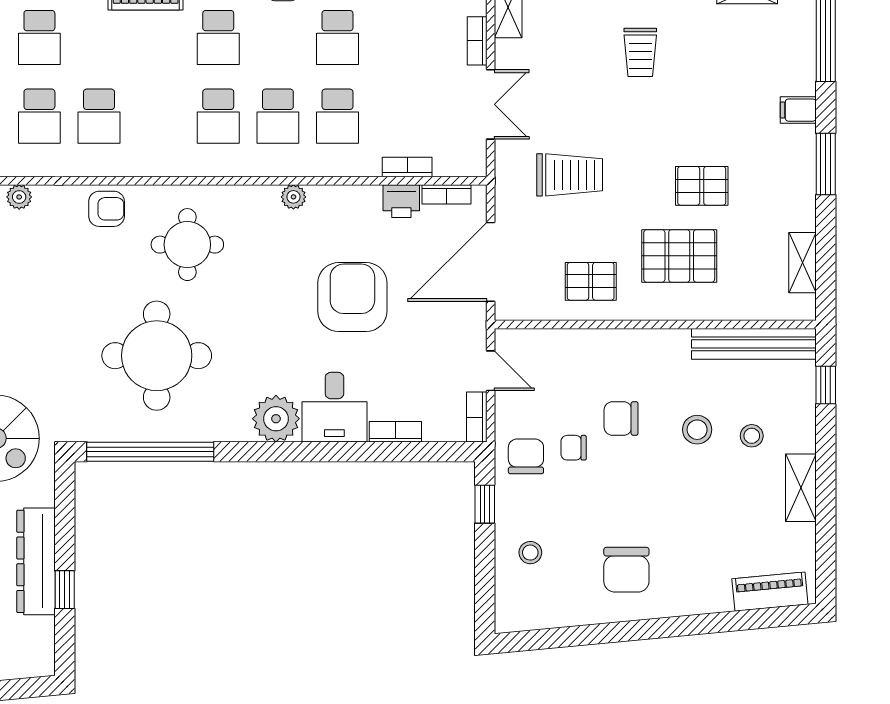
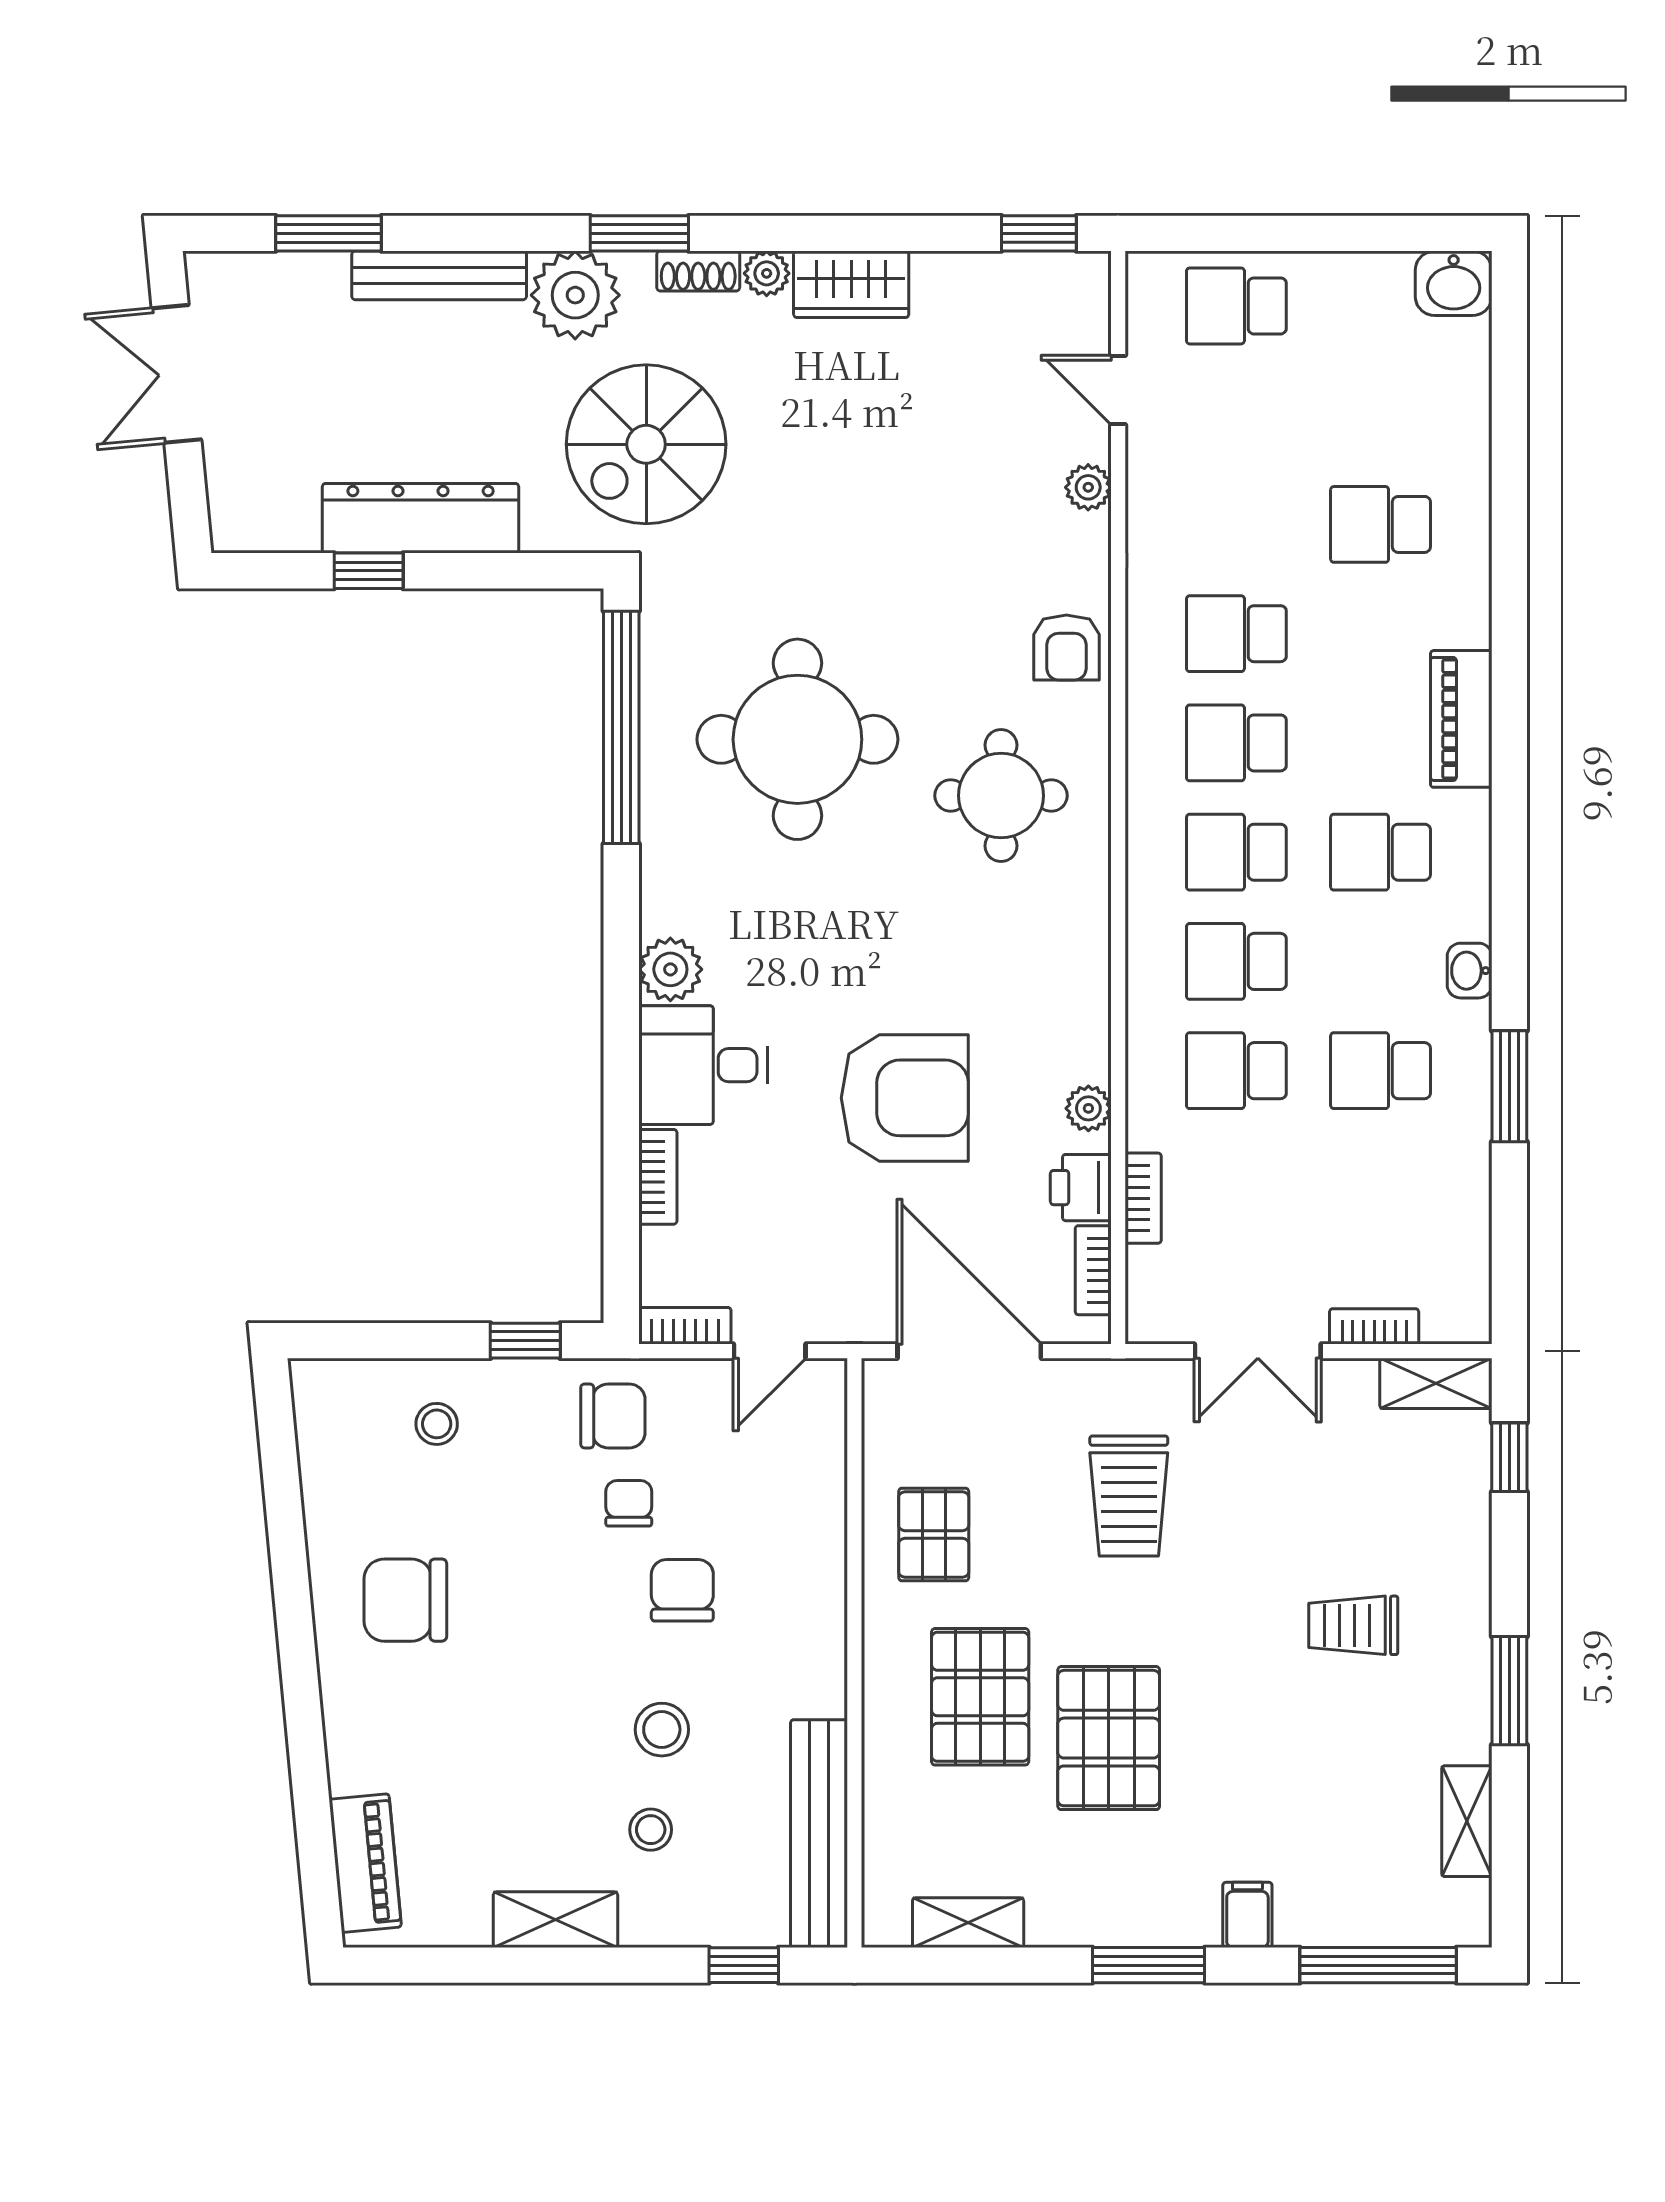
school desk: (39, 116) -> (1236, 743), moved
pallet: (702, 186) -> (1109, 1738), width x1.50, depth x1.42
plant: (293, 197) -> (1088, 1108), moved
plant: (276, 419) -> (670, 969), width x0.73, depth x0.73

